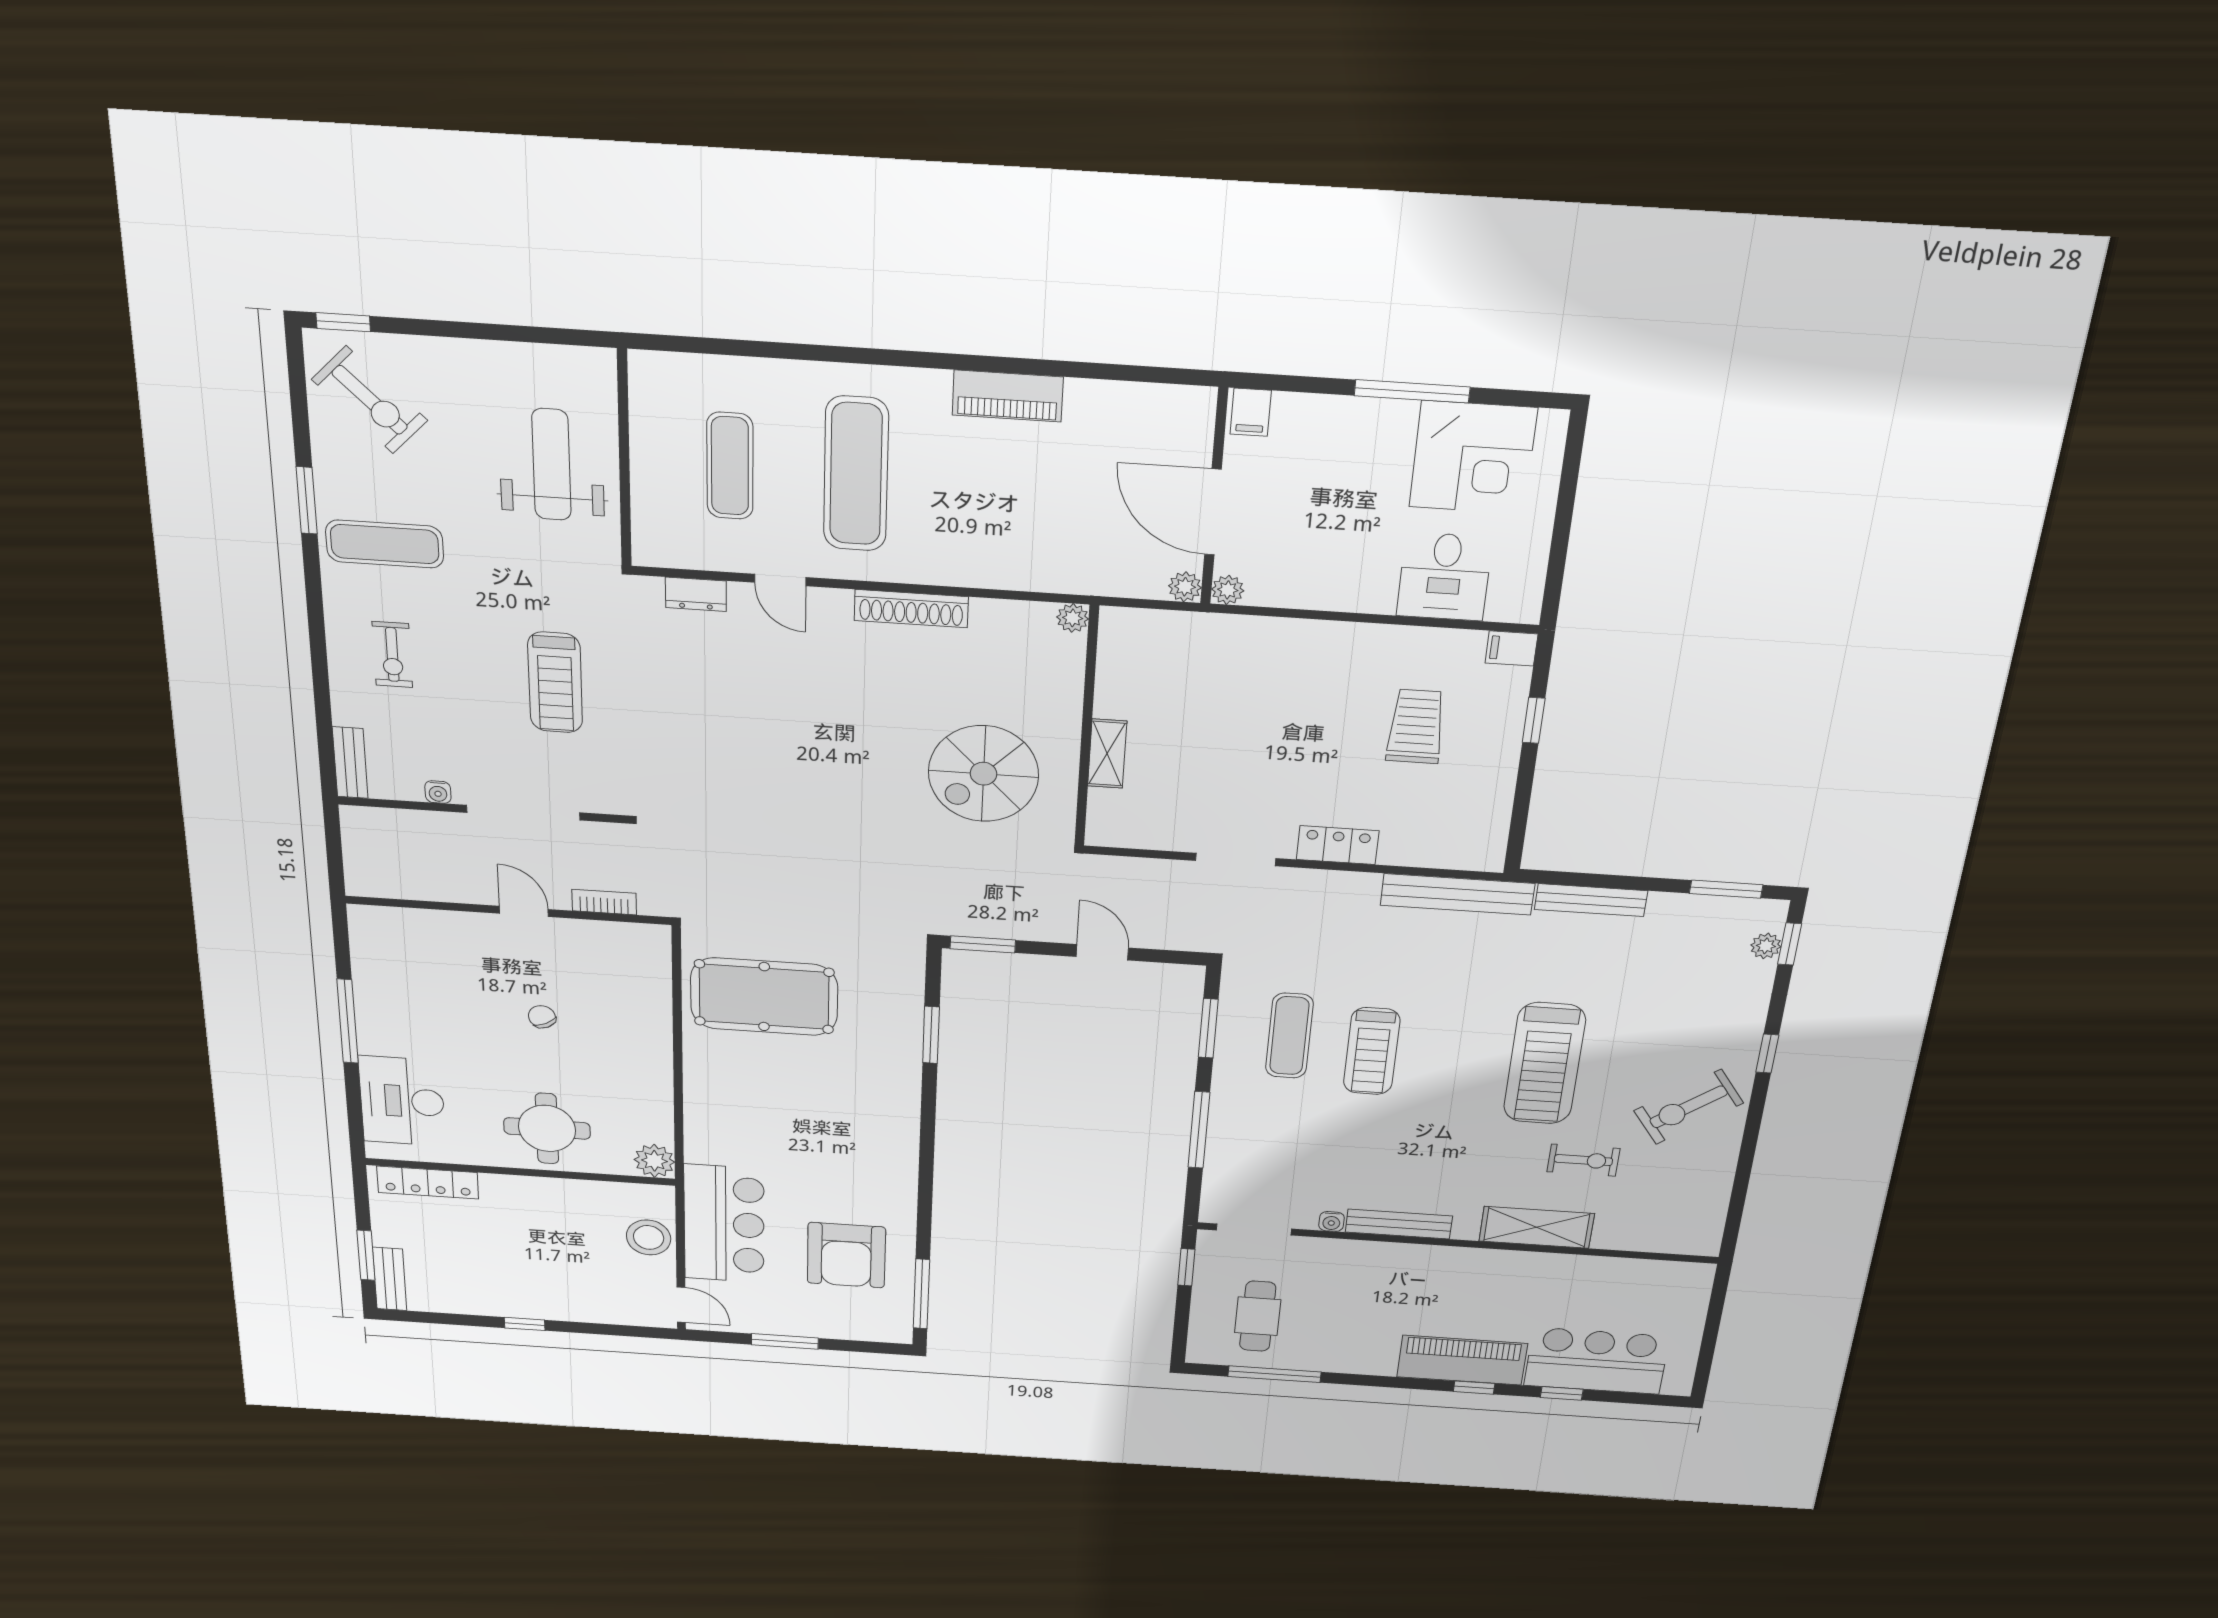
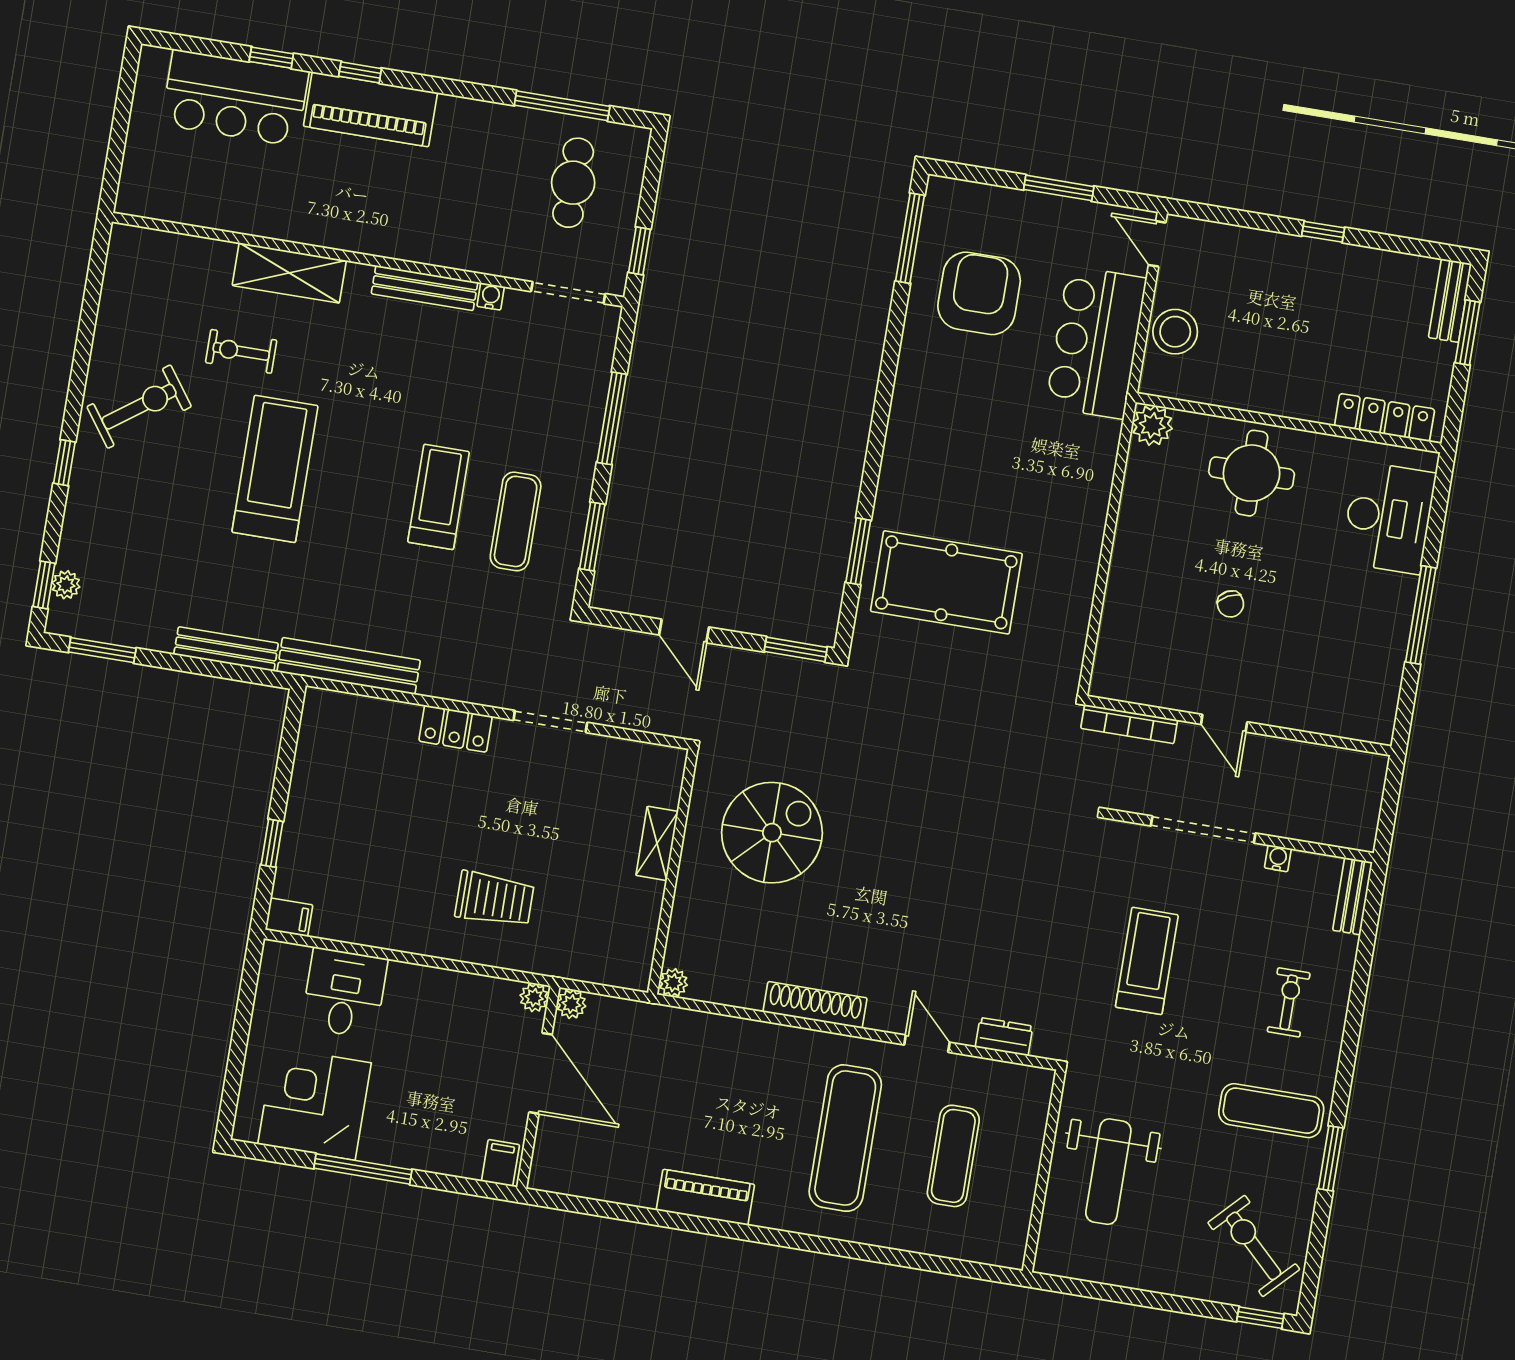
trolley: (1416, 726) -> (495, 899), moved, turned -90
bookcase: (604, 902) -> (1129, 724), width x1.56
pool table: (764, 997) -> (946, 582), moved

